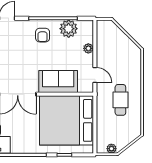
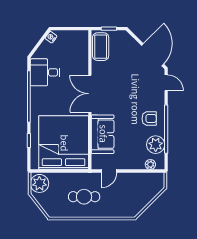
armchair: (43, 35) -> (149, 119), turned 180
plant: (88, 48) -> (150, 164), moved
plant: (111, 149) -> (39, 183), width x1.88, depth x1.88

